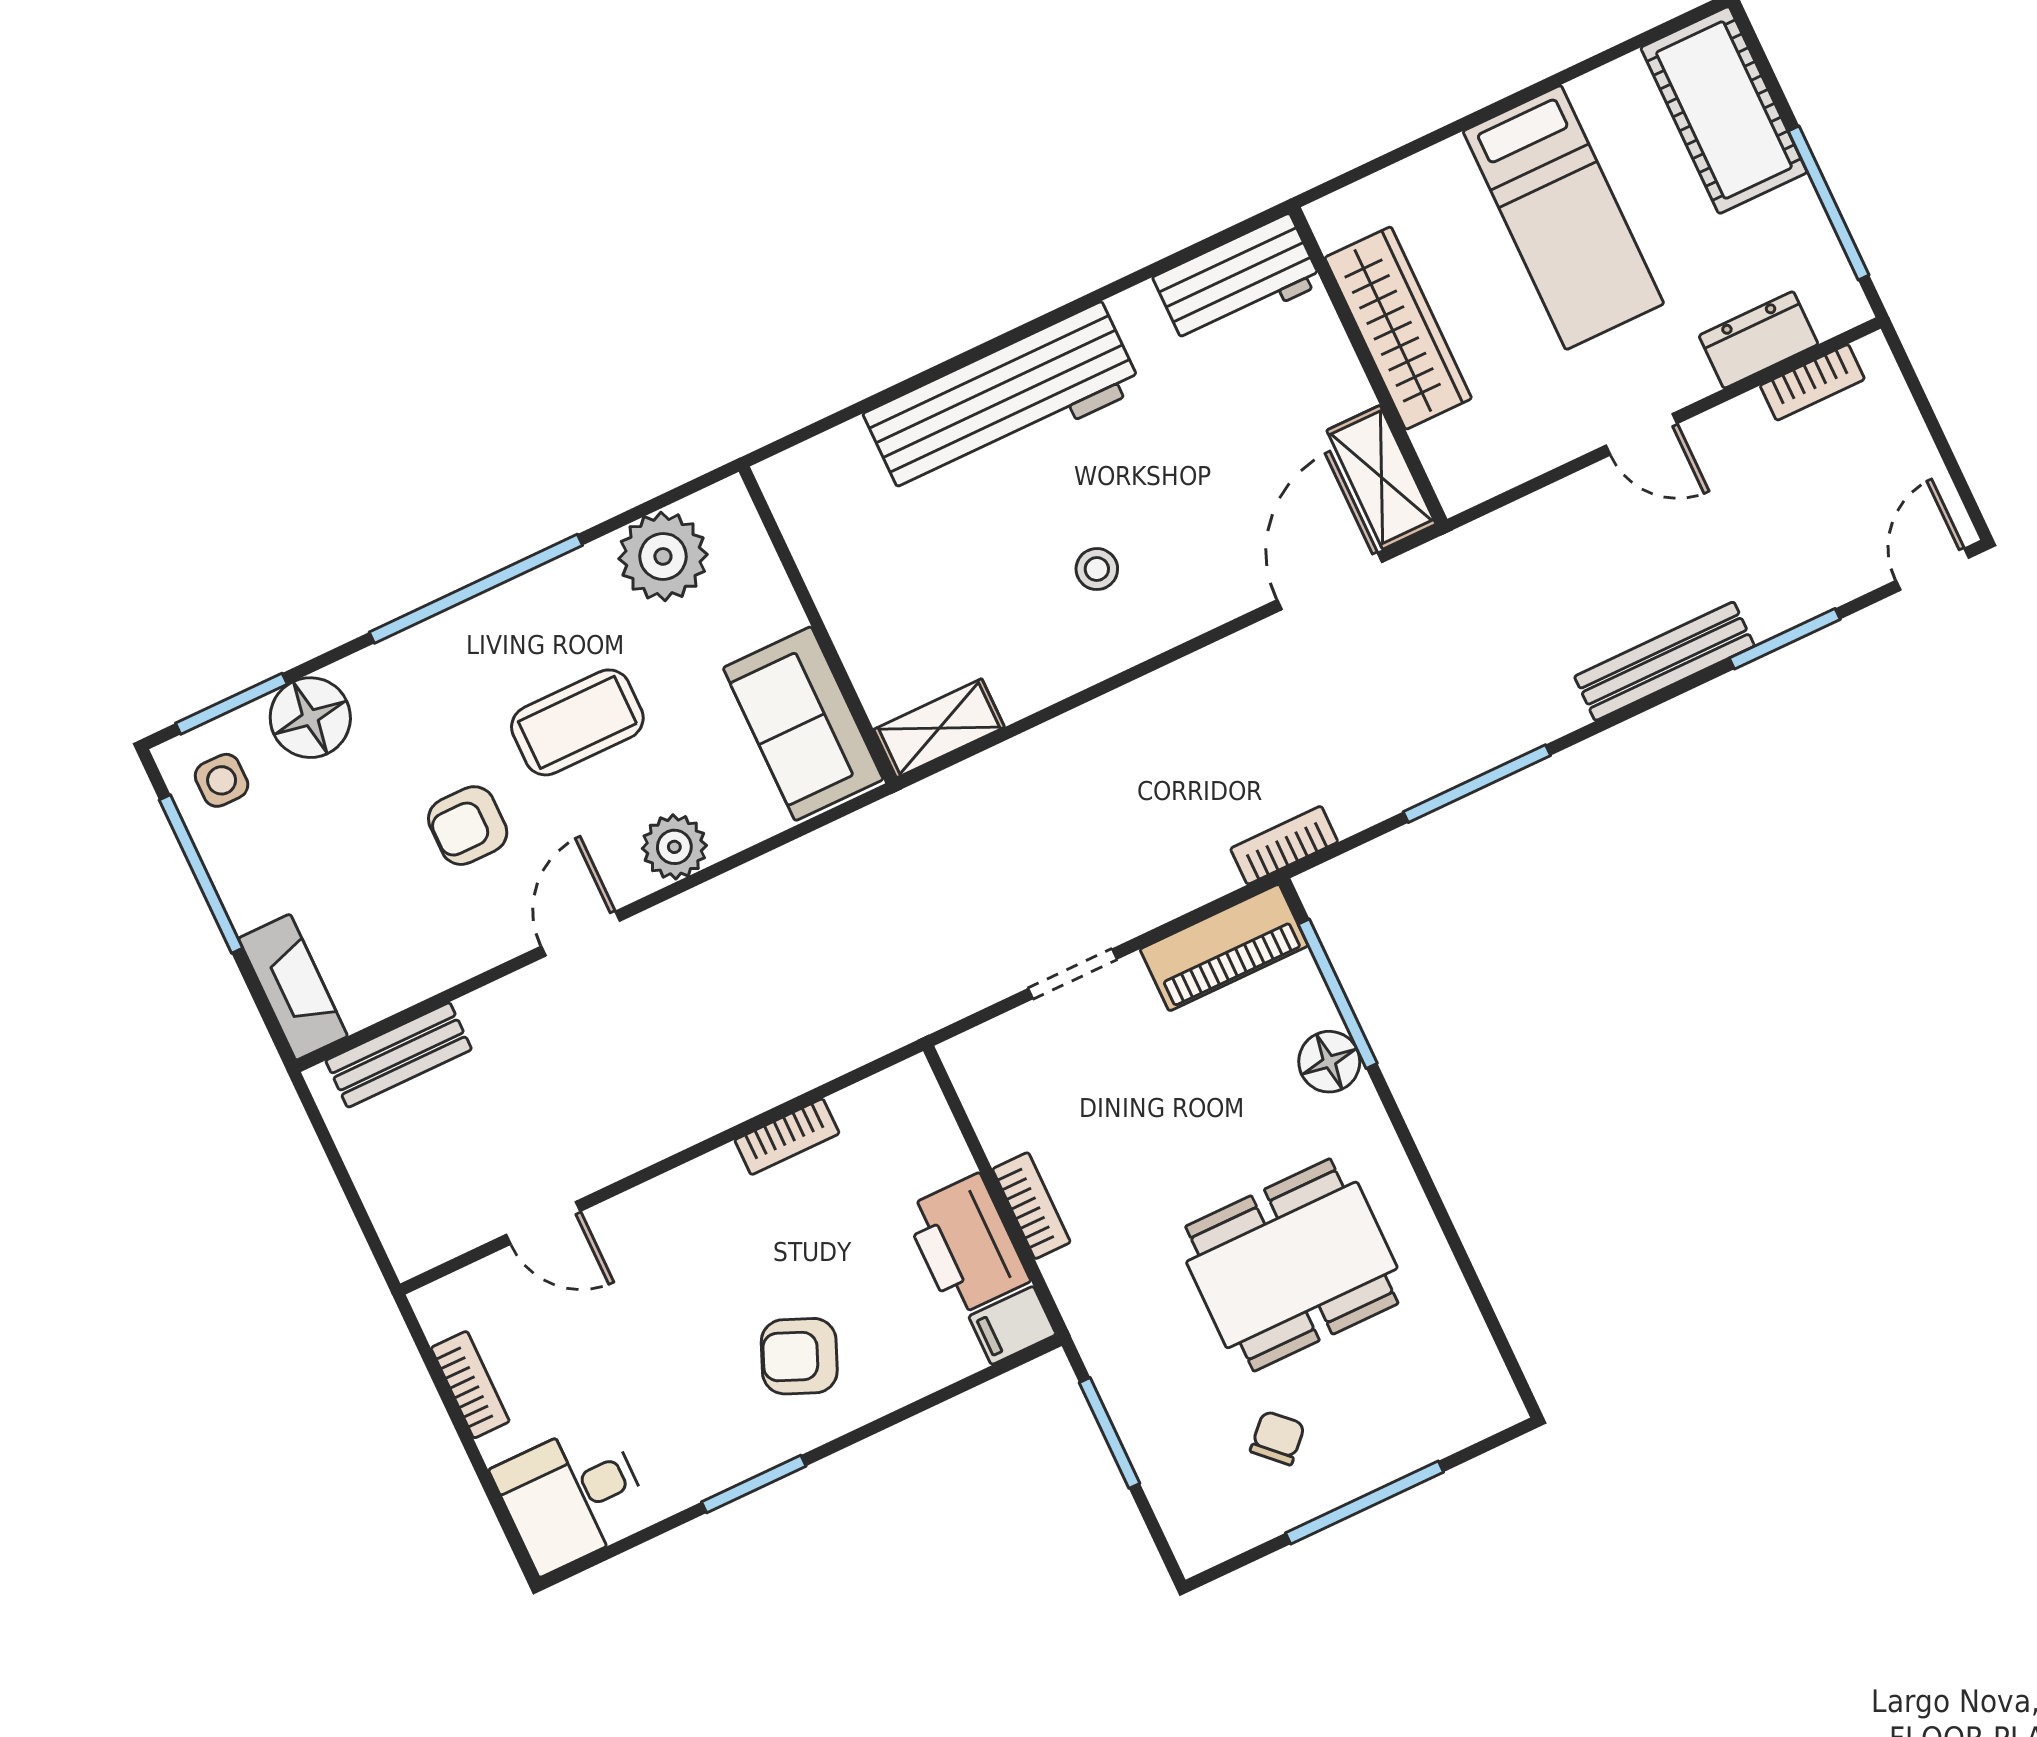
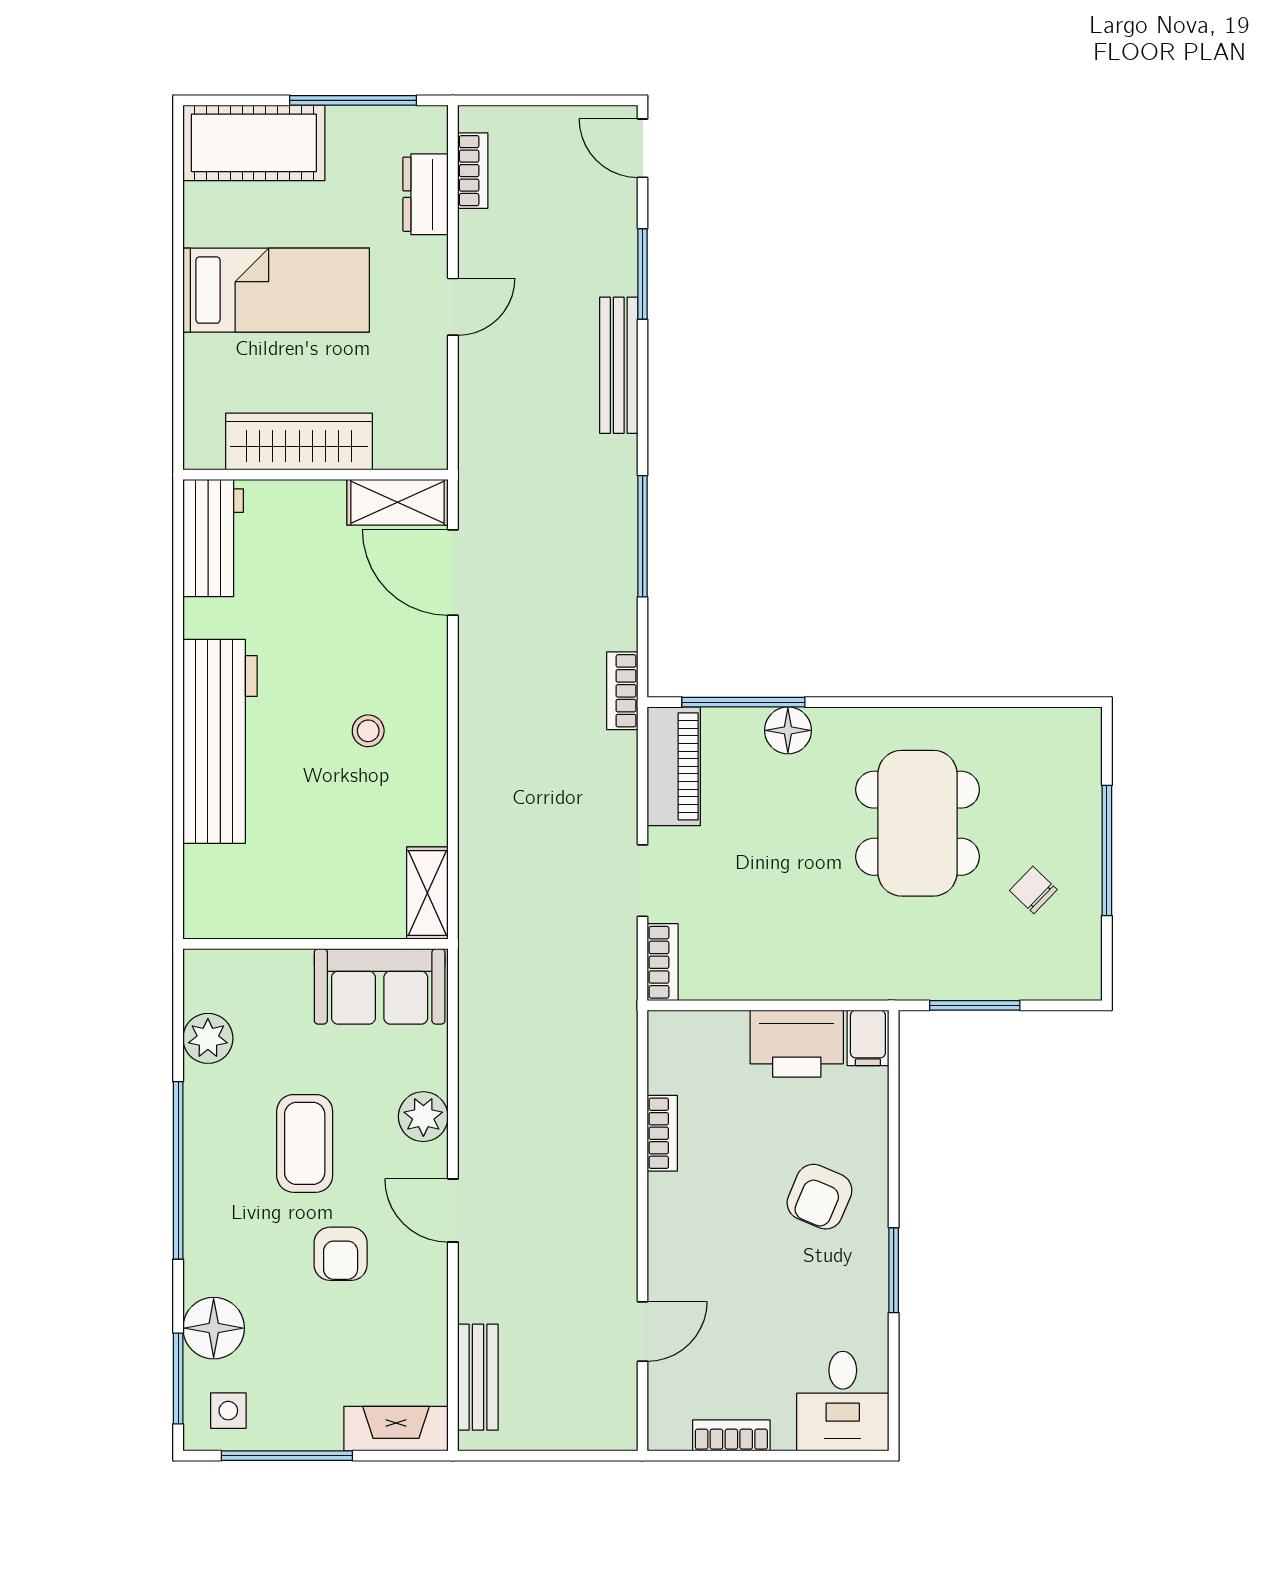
plant: (663, 556) -> (208, 1038), width x0.73, depth x0.73
bookcase: (1031, 1206) -> (663, 962), moved, turned 90

